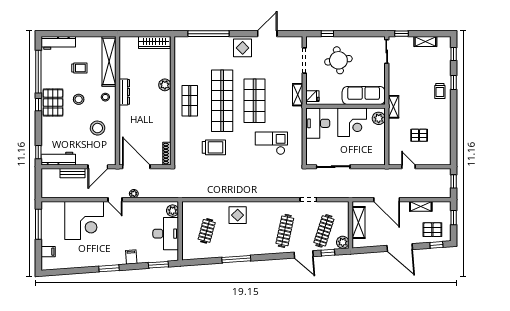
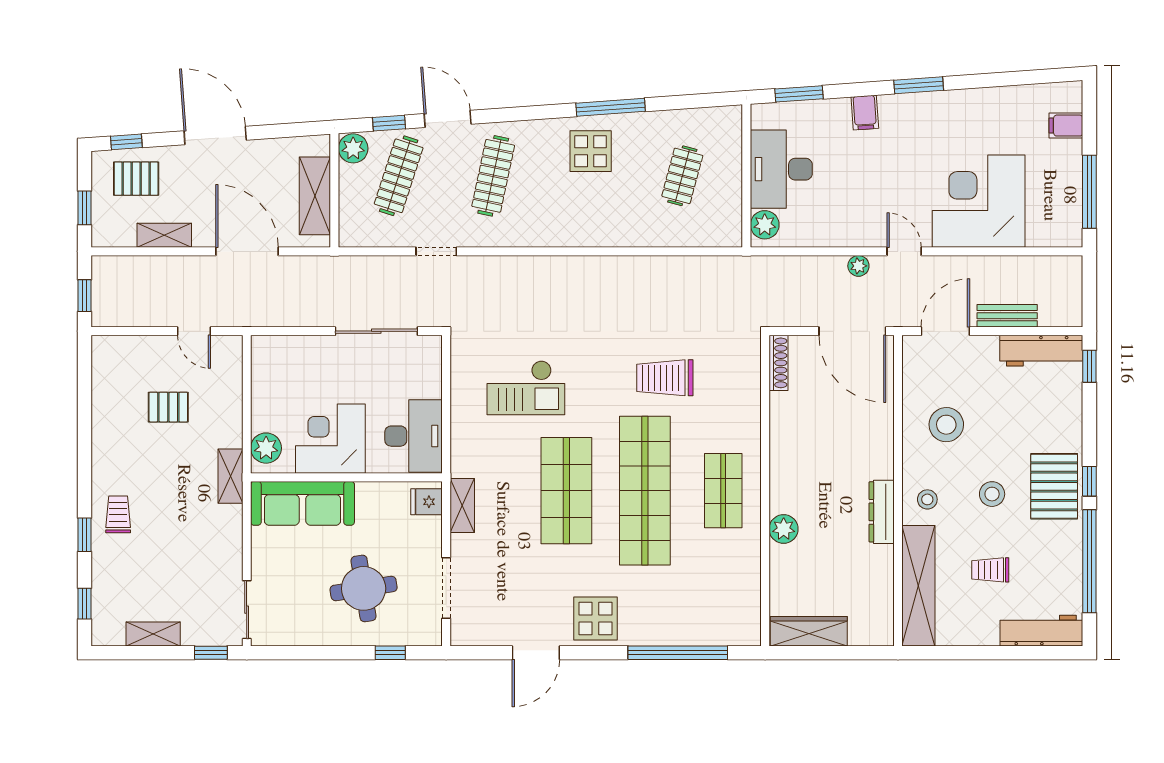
display table: (238, 215) -> (591, 151), moved

